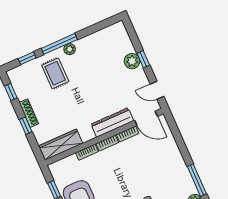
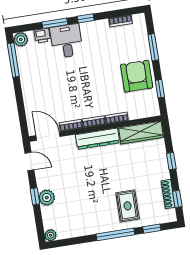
plant: (70, 49) -> (51, 235), moved
shoe rack: (29, 113) -> (168, 194), moved
dresser: (112, 122) -> (98, 139), moved

